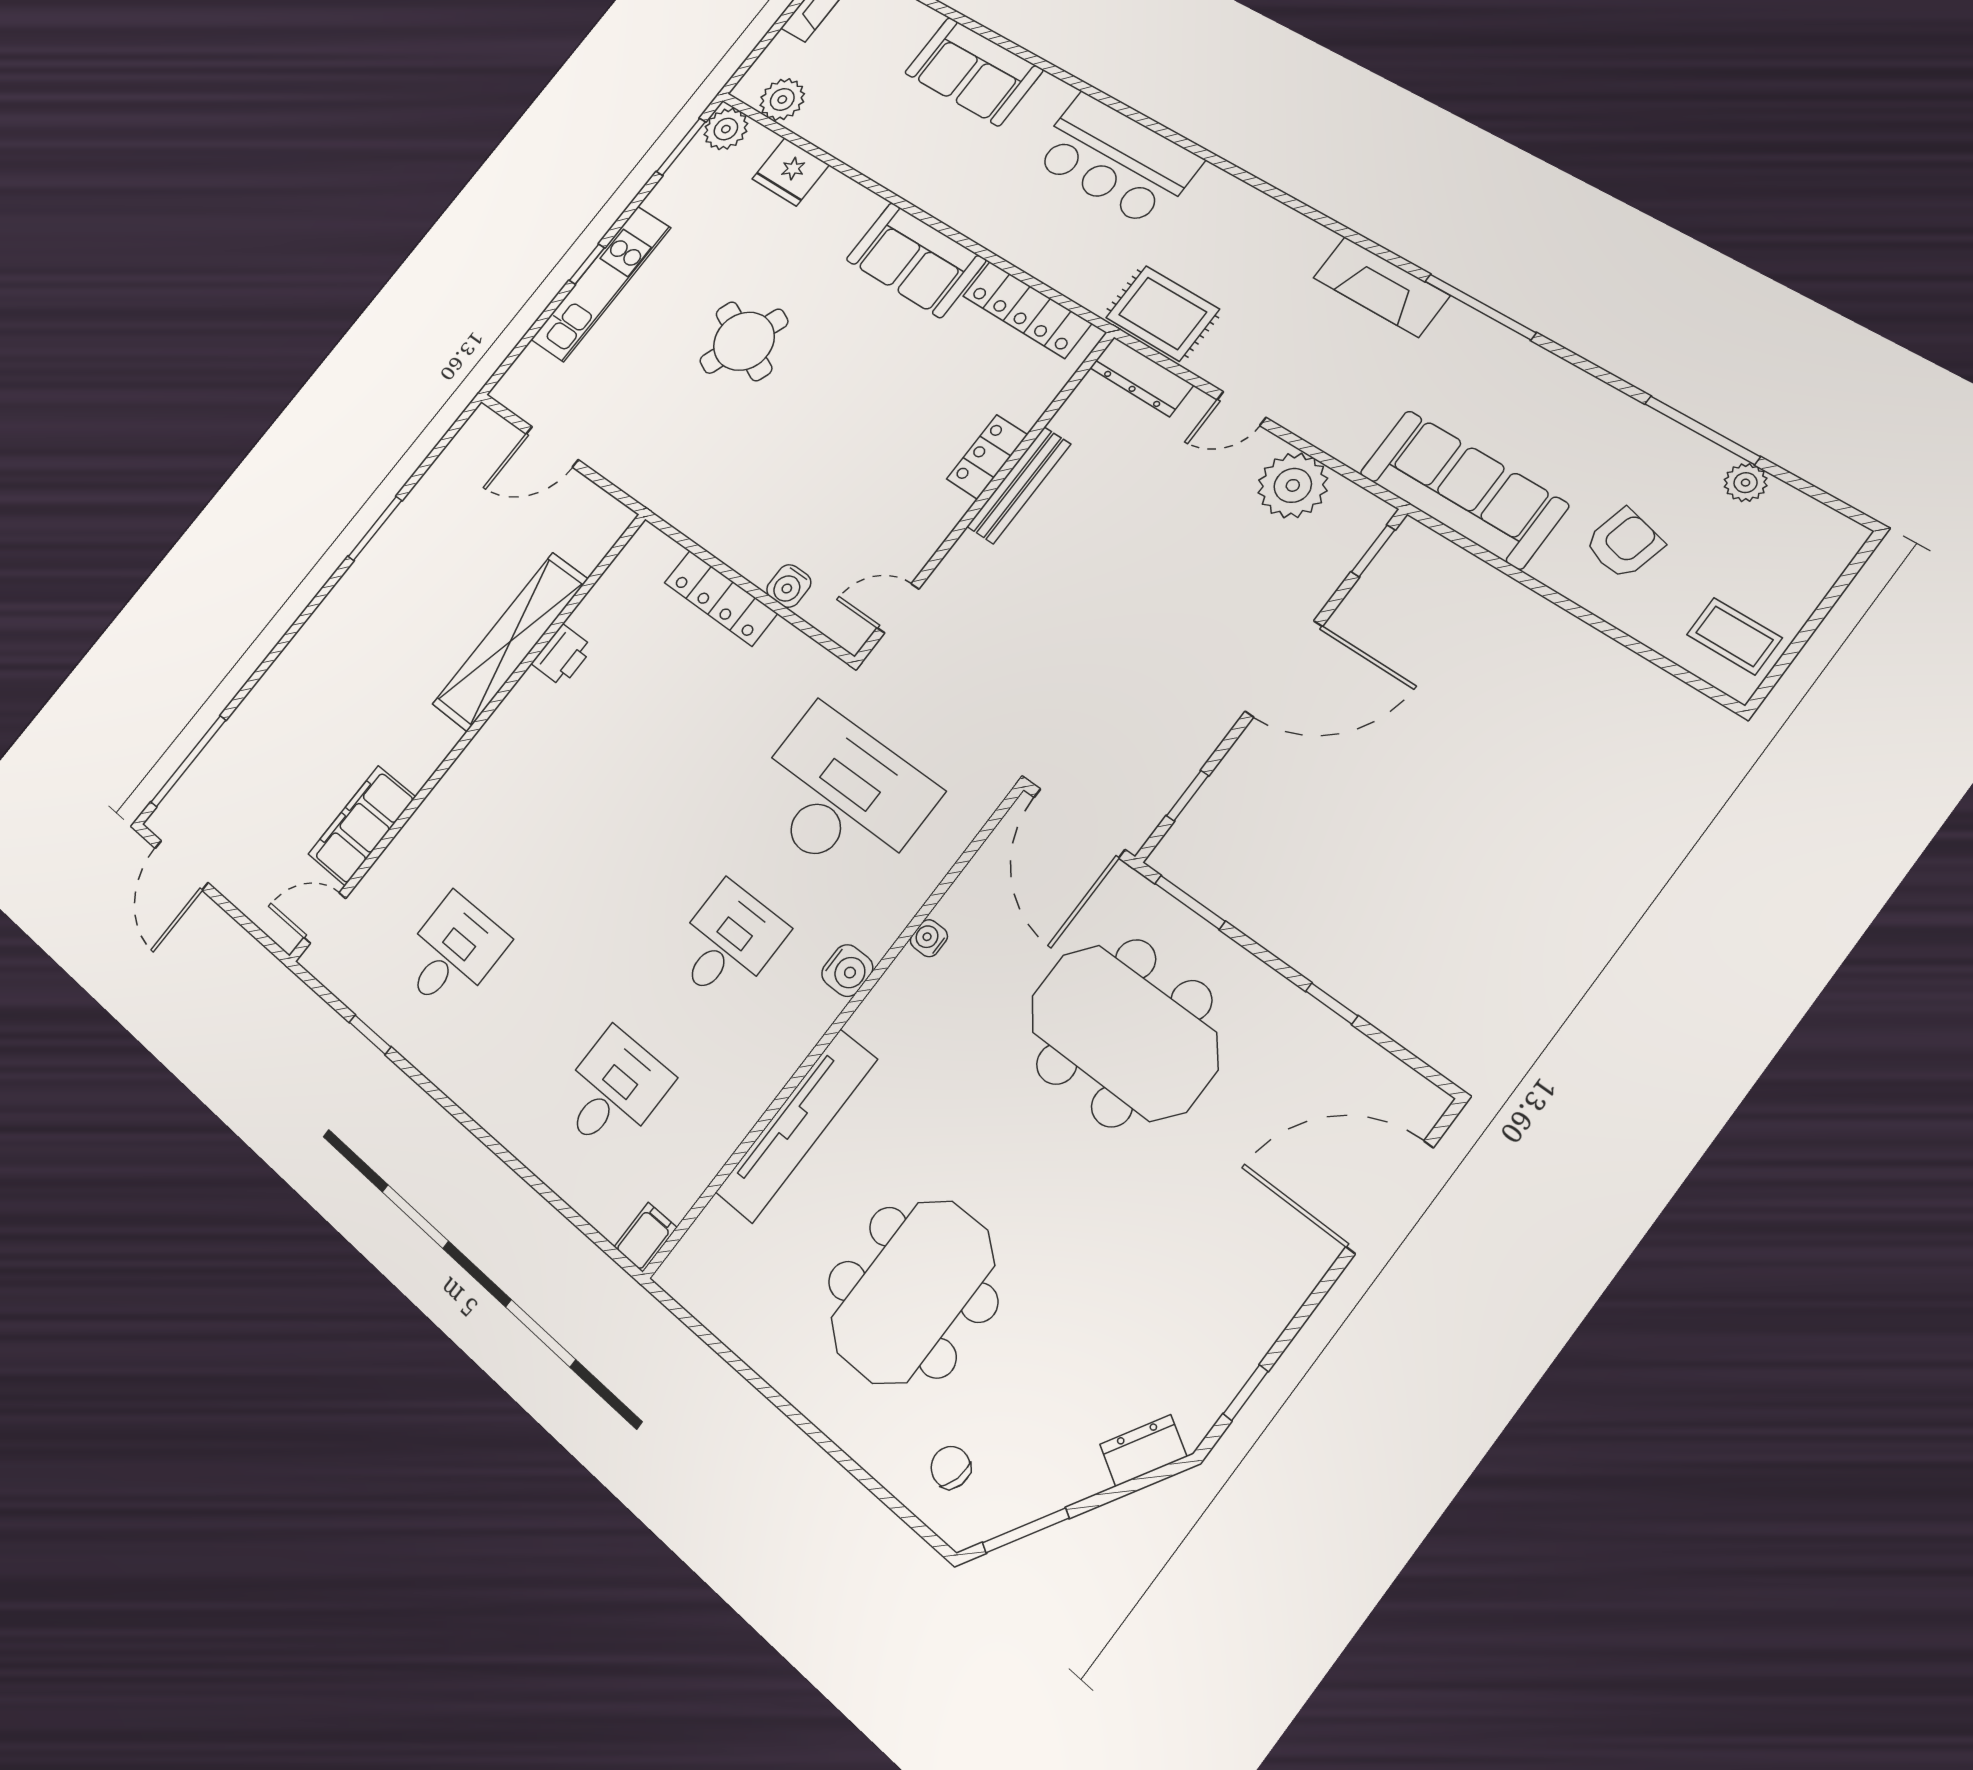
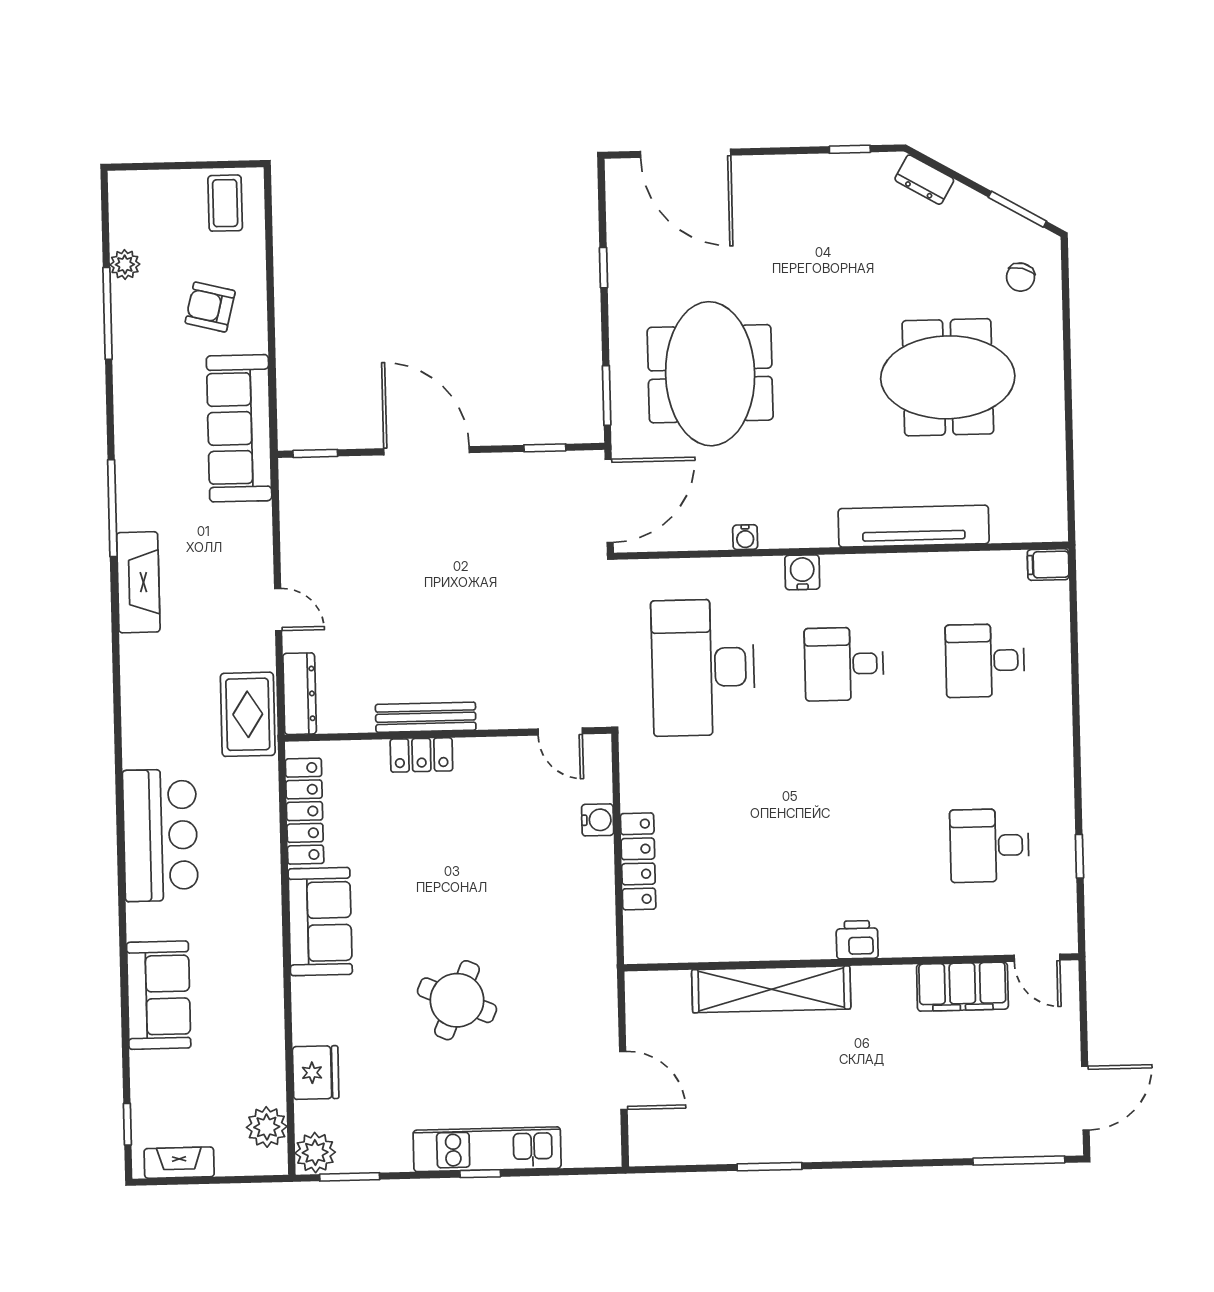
plant: (1293, 485) -> (307, 536), removed
printer: (562, 655) -> (857, 940), moved

